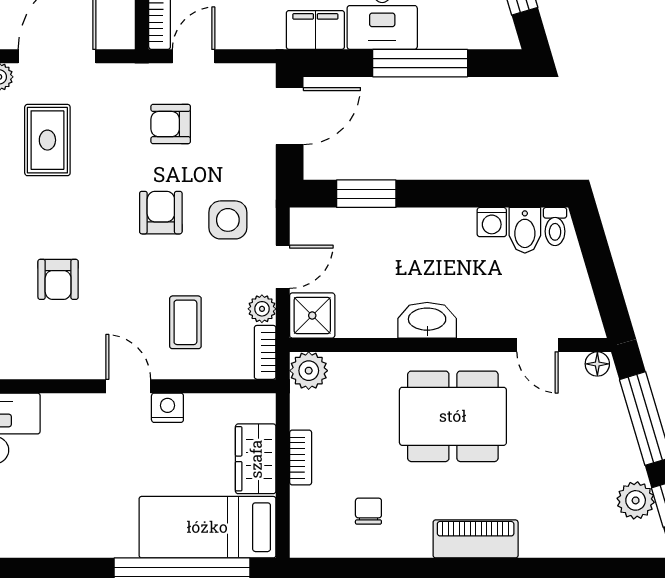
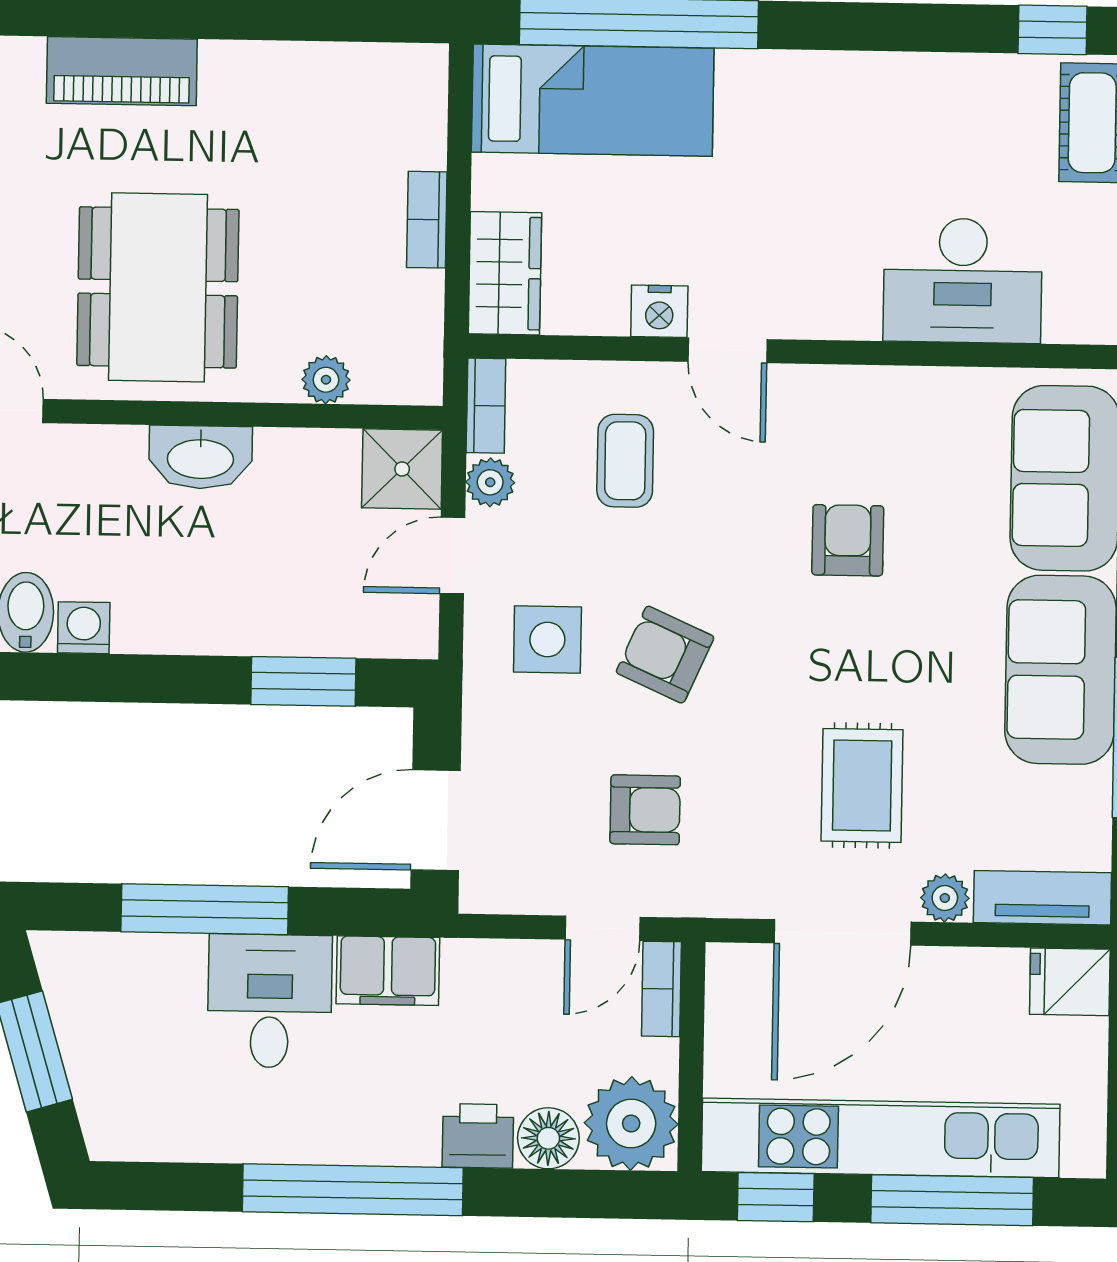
armchair: (161, 213) -> (665, 655), turned 114
plant: (309, 371) -> (326, 380), moved, width x0.73, depth x0.73
dining table: (453, 416) -> (158, 287), turned 90
wardrobe: (256, 459) -> (505, 273), moved
chair: (368, 511) -> (309, 123), removed

